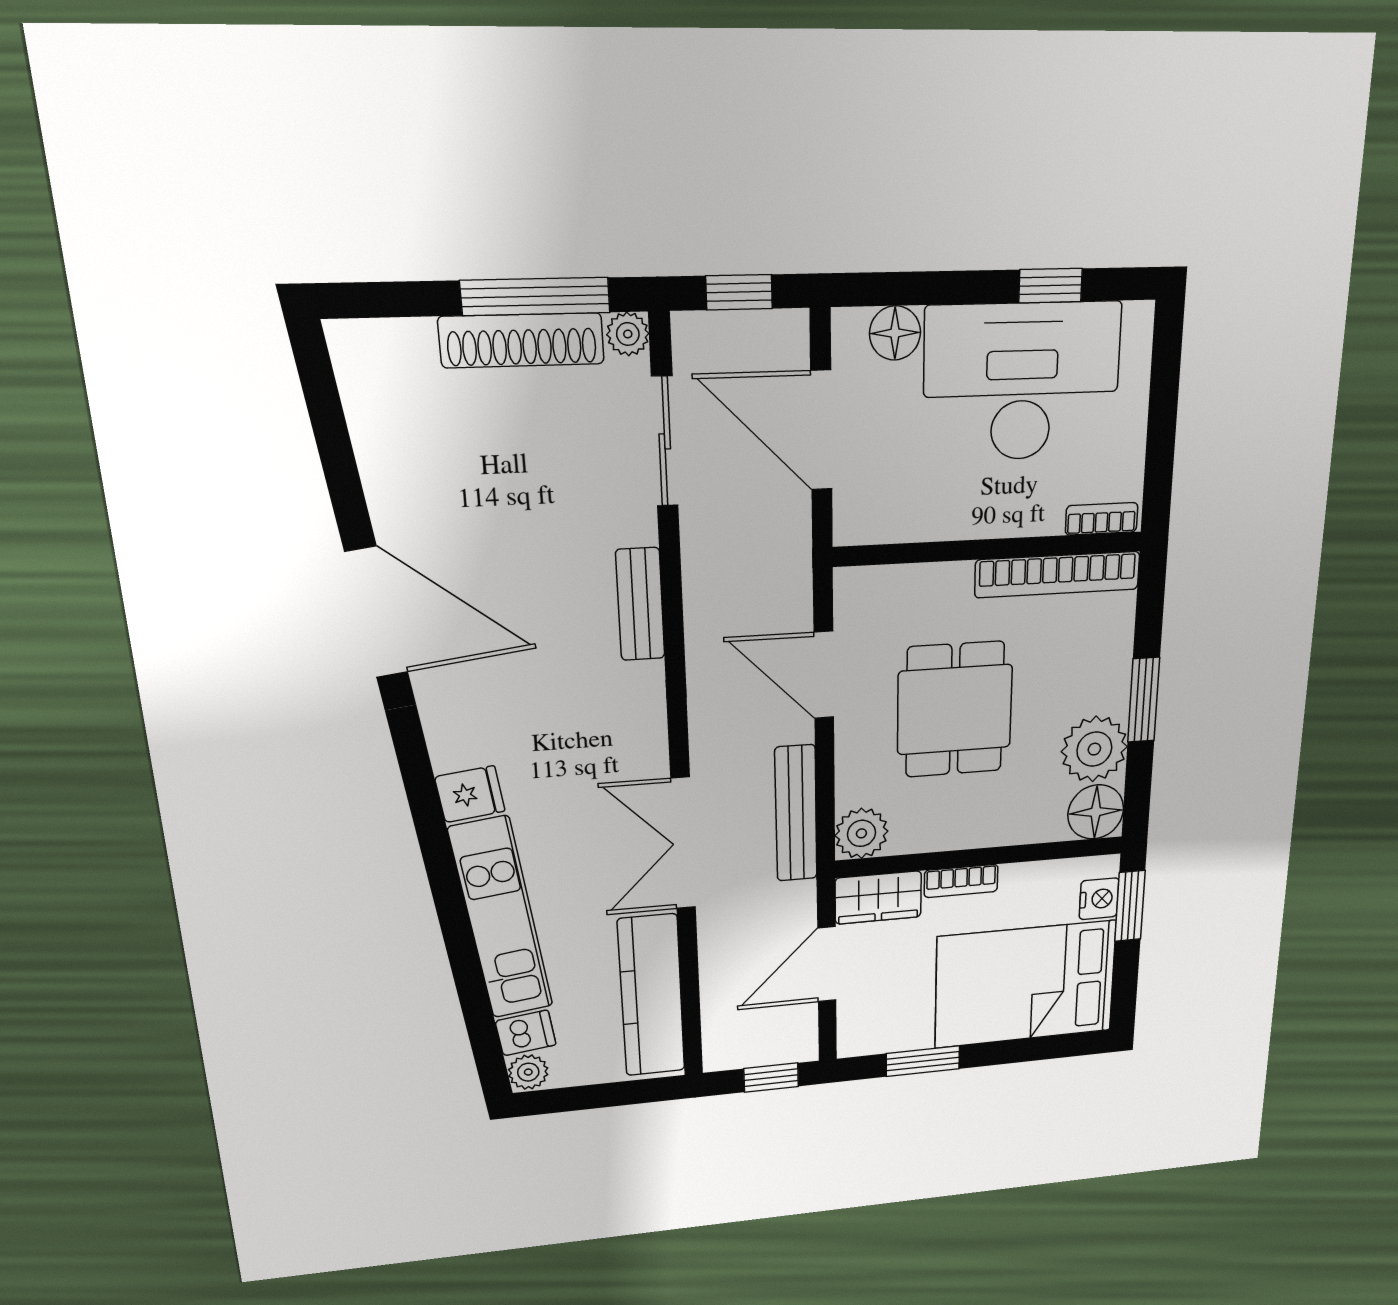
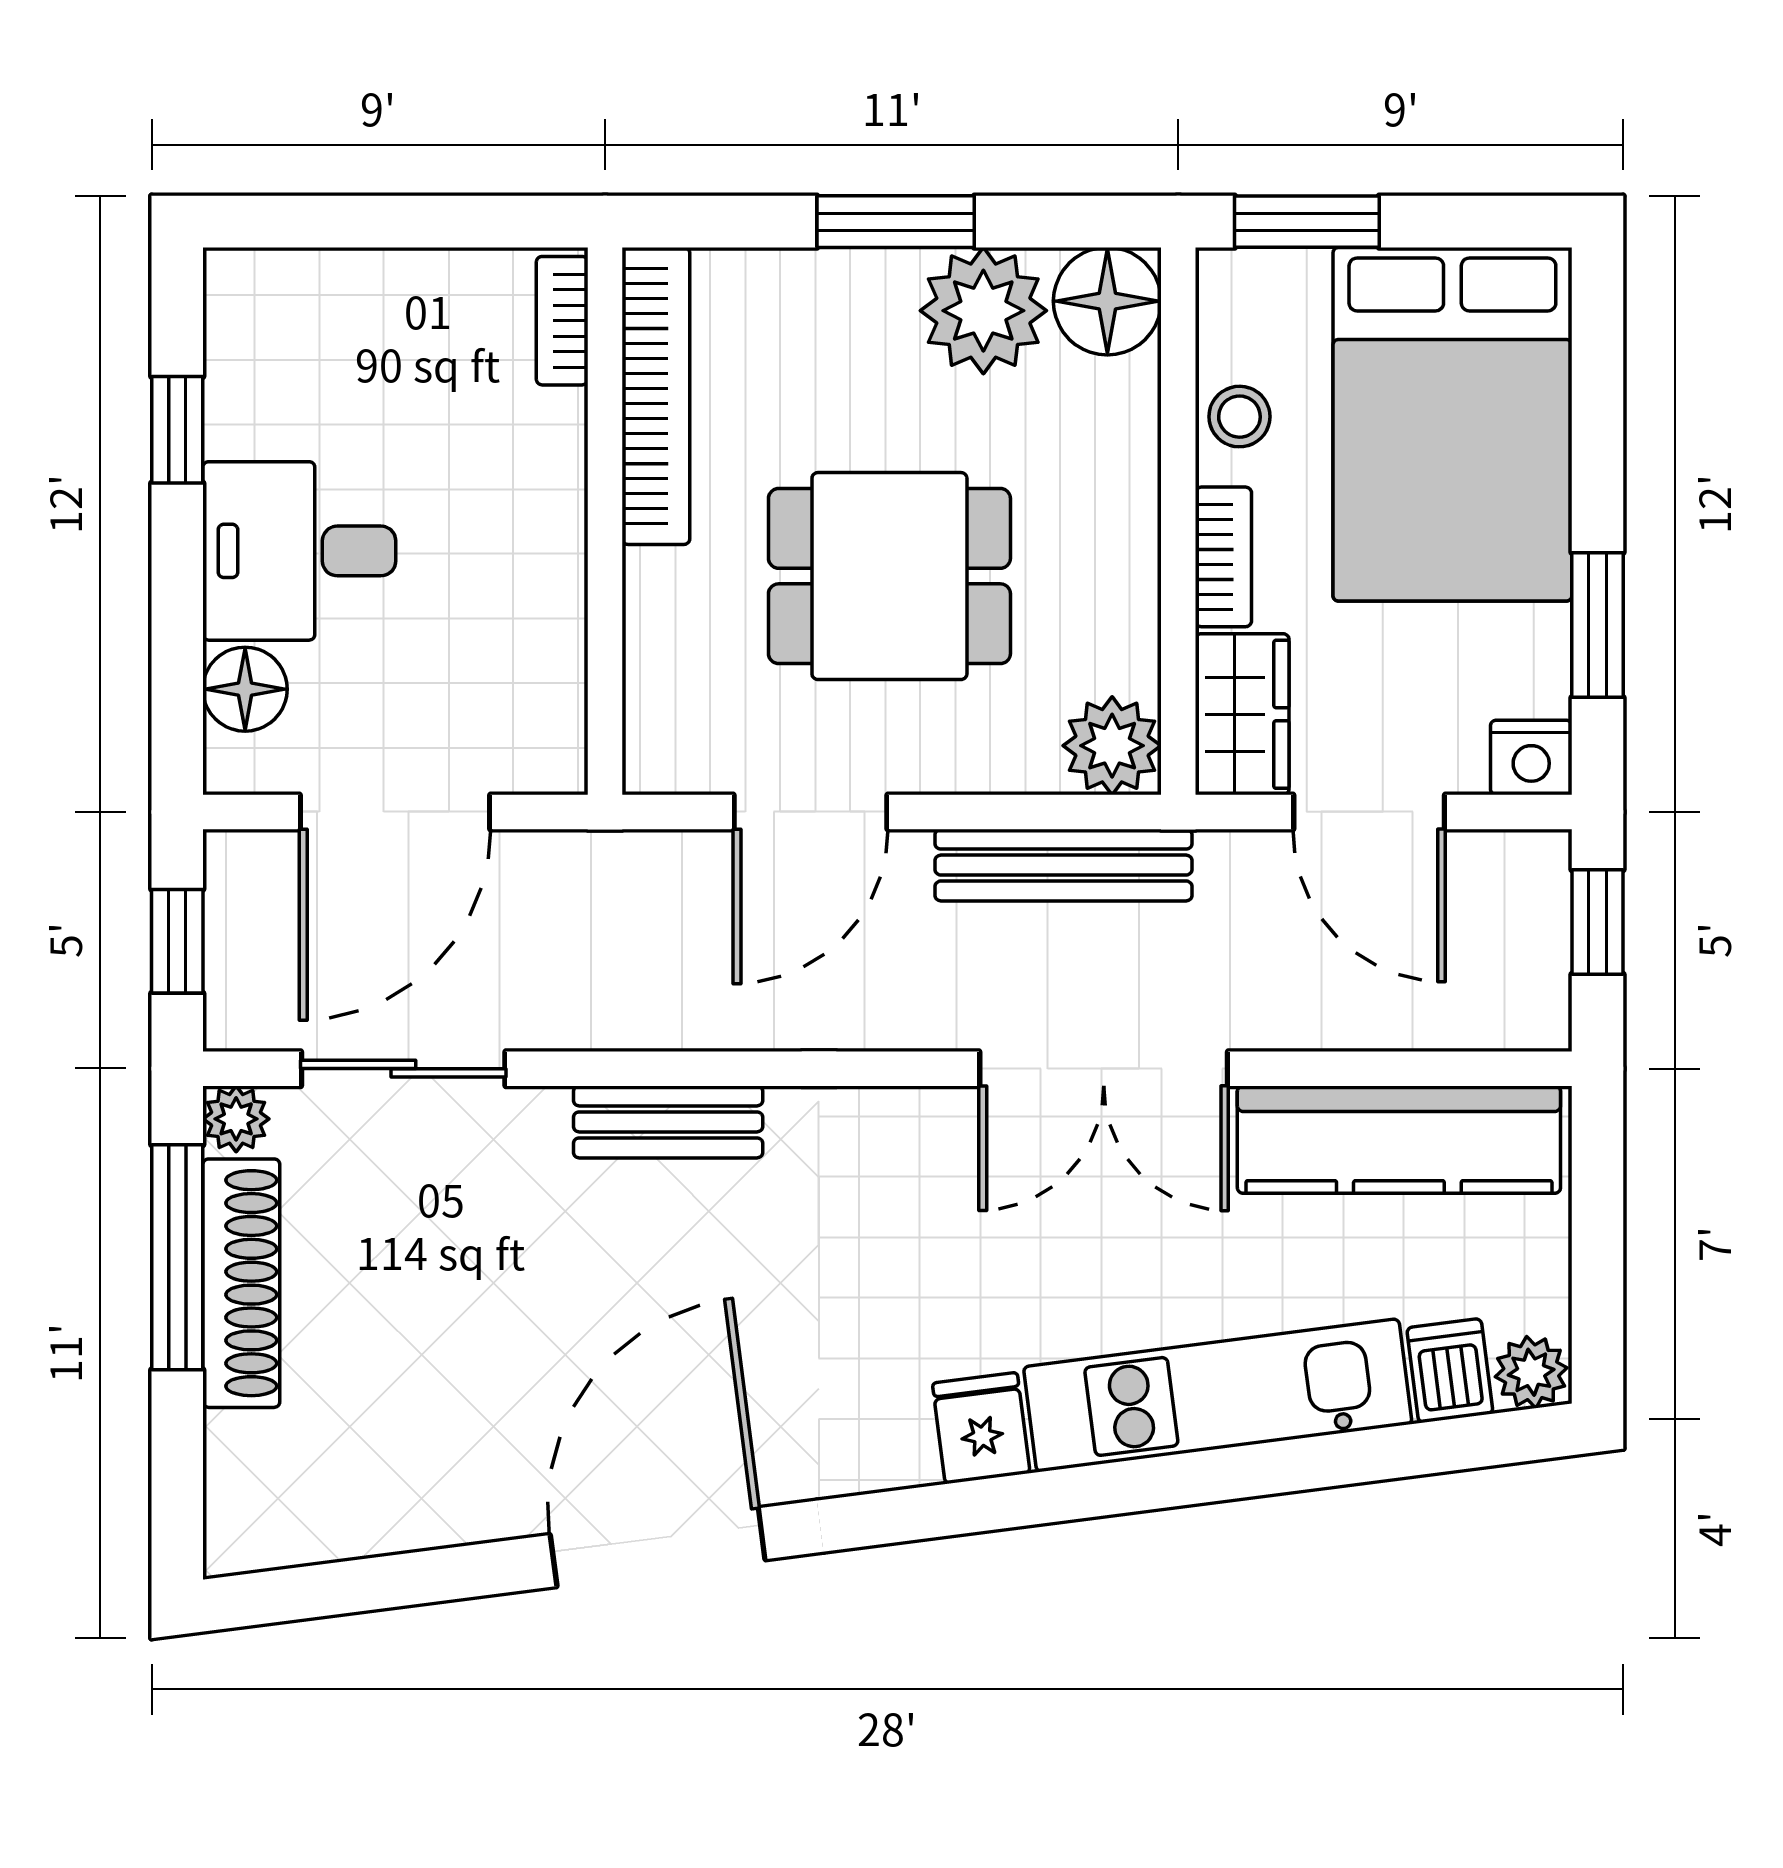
desk: (1022, 382) -> (299, 551), width x0.53, depth x0.77
stool: (1033, 882) -> (1239, 417), added
nightstand: (1099, 899) -> (1531, 757), moved, turned 180

